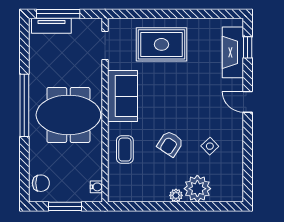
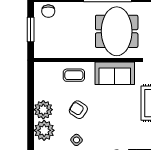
meeting table: (68, 115) -> (117, 31), moved
water cooler: (96, 187) -> (45, 53), removed
plant: (176, 195) -> (43, 110), width x1.88, depth x1.88

